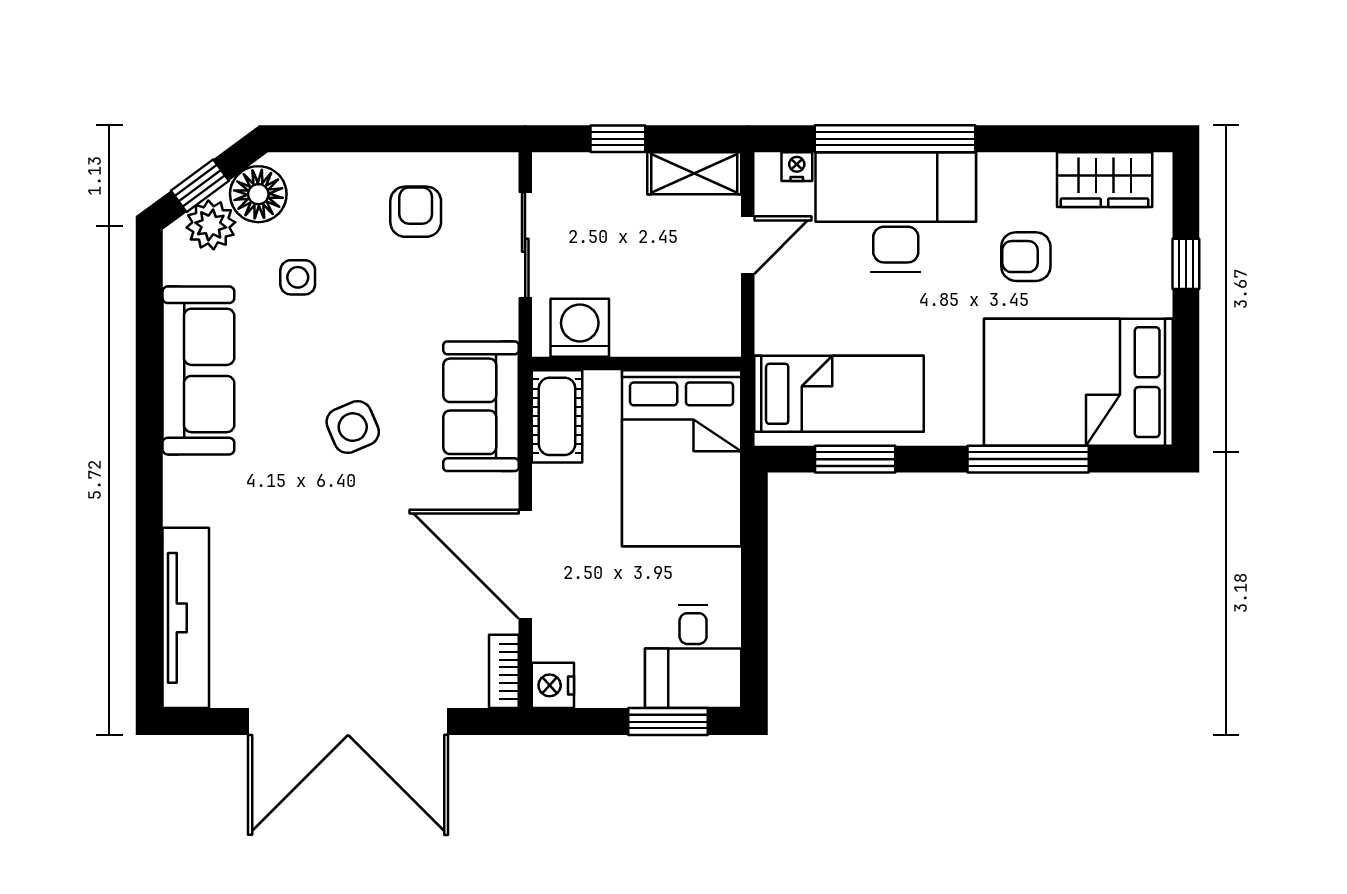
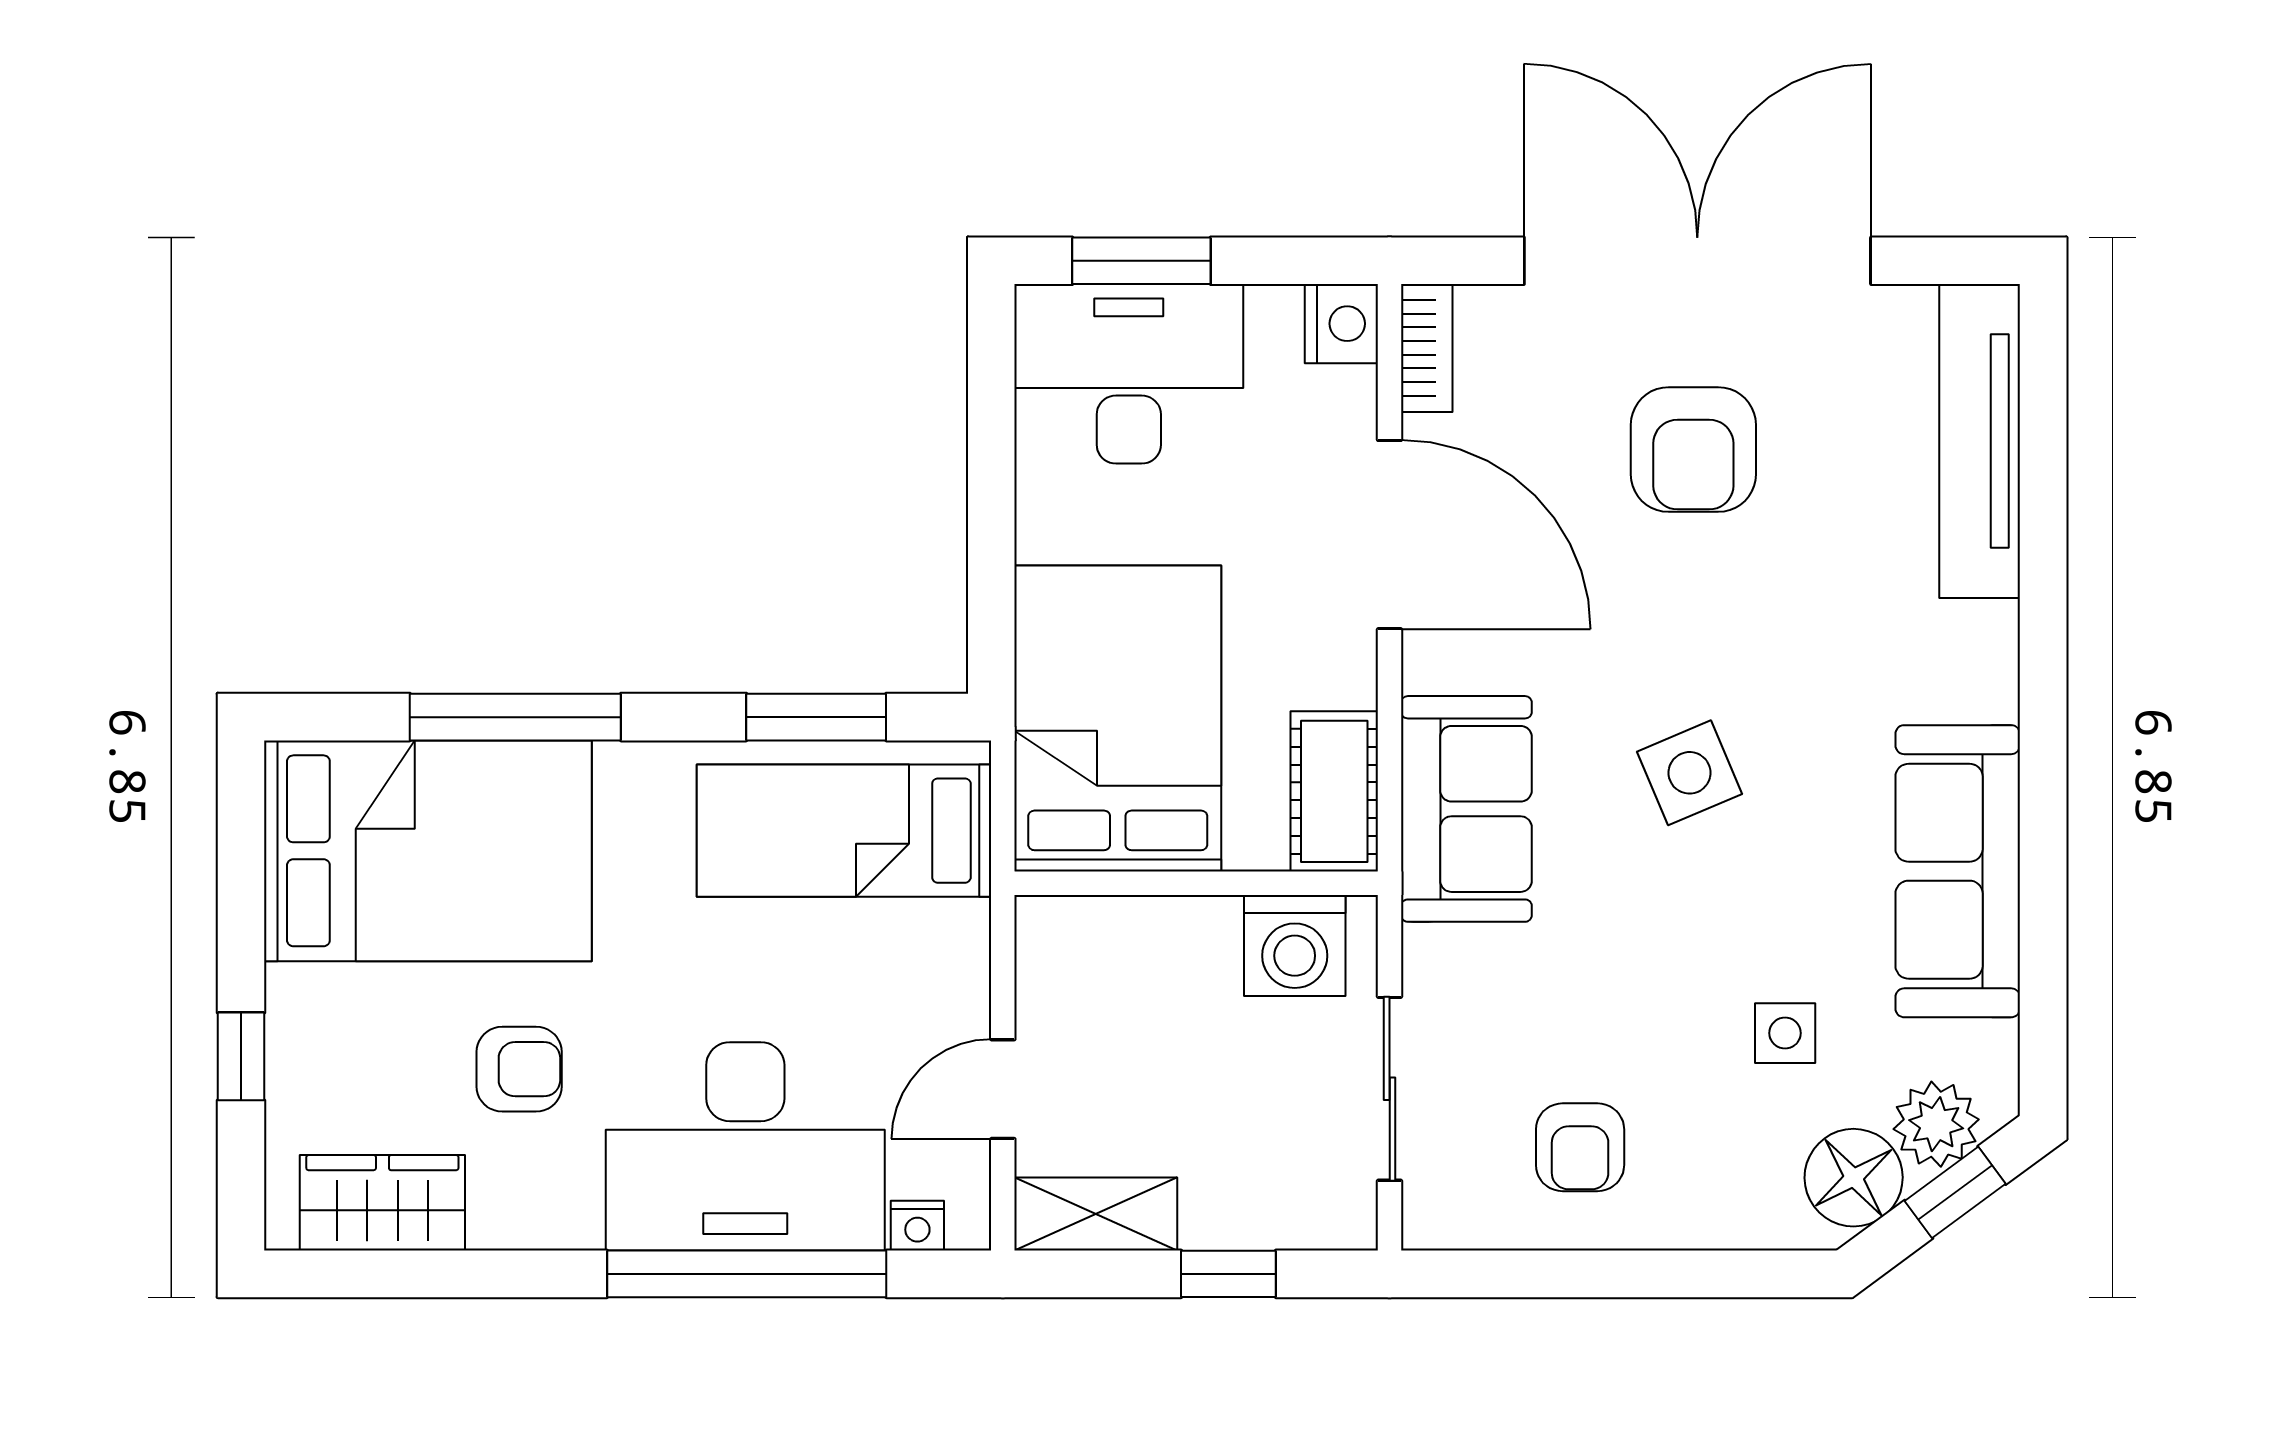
armchair: (350, 613) -> (1693, 450), added
desk: (693, 657) -> (1129, 374), width x1.37

